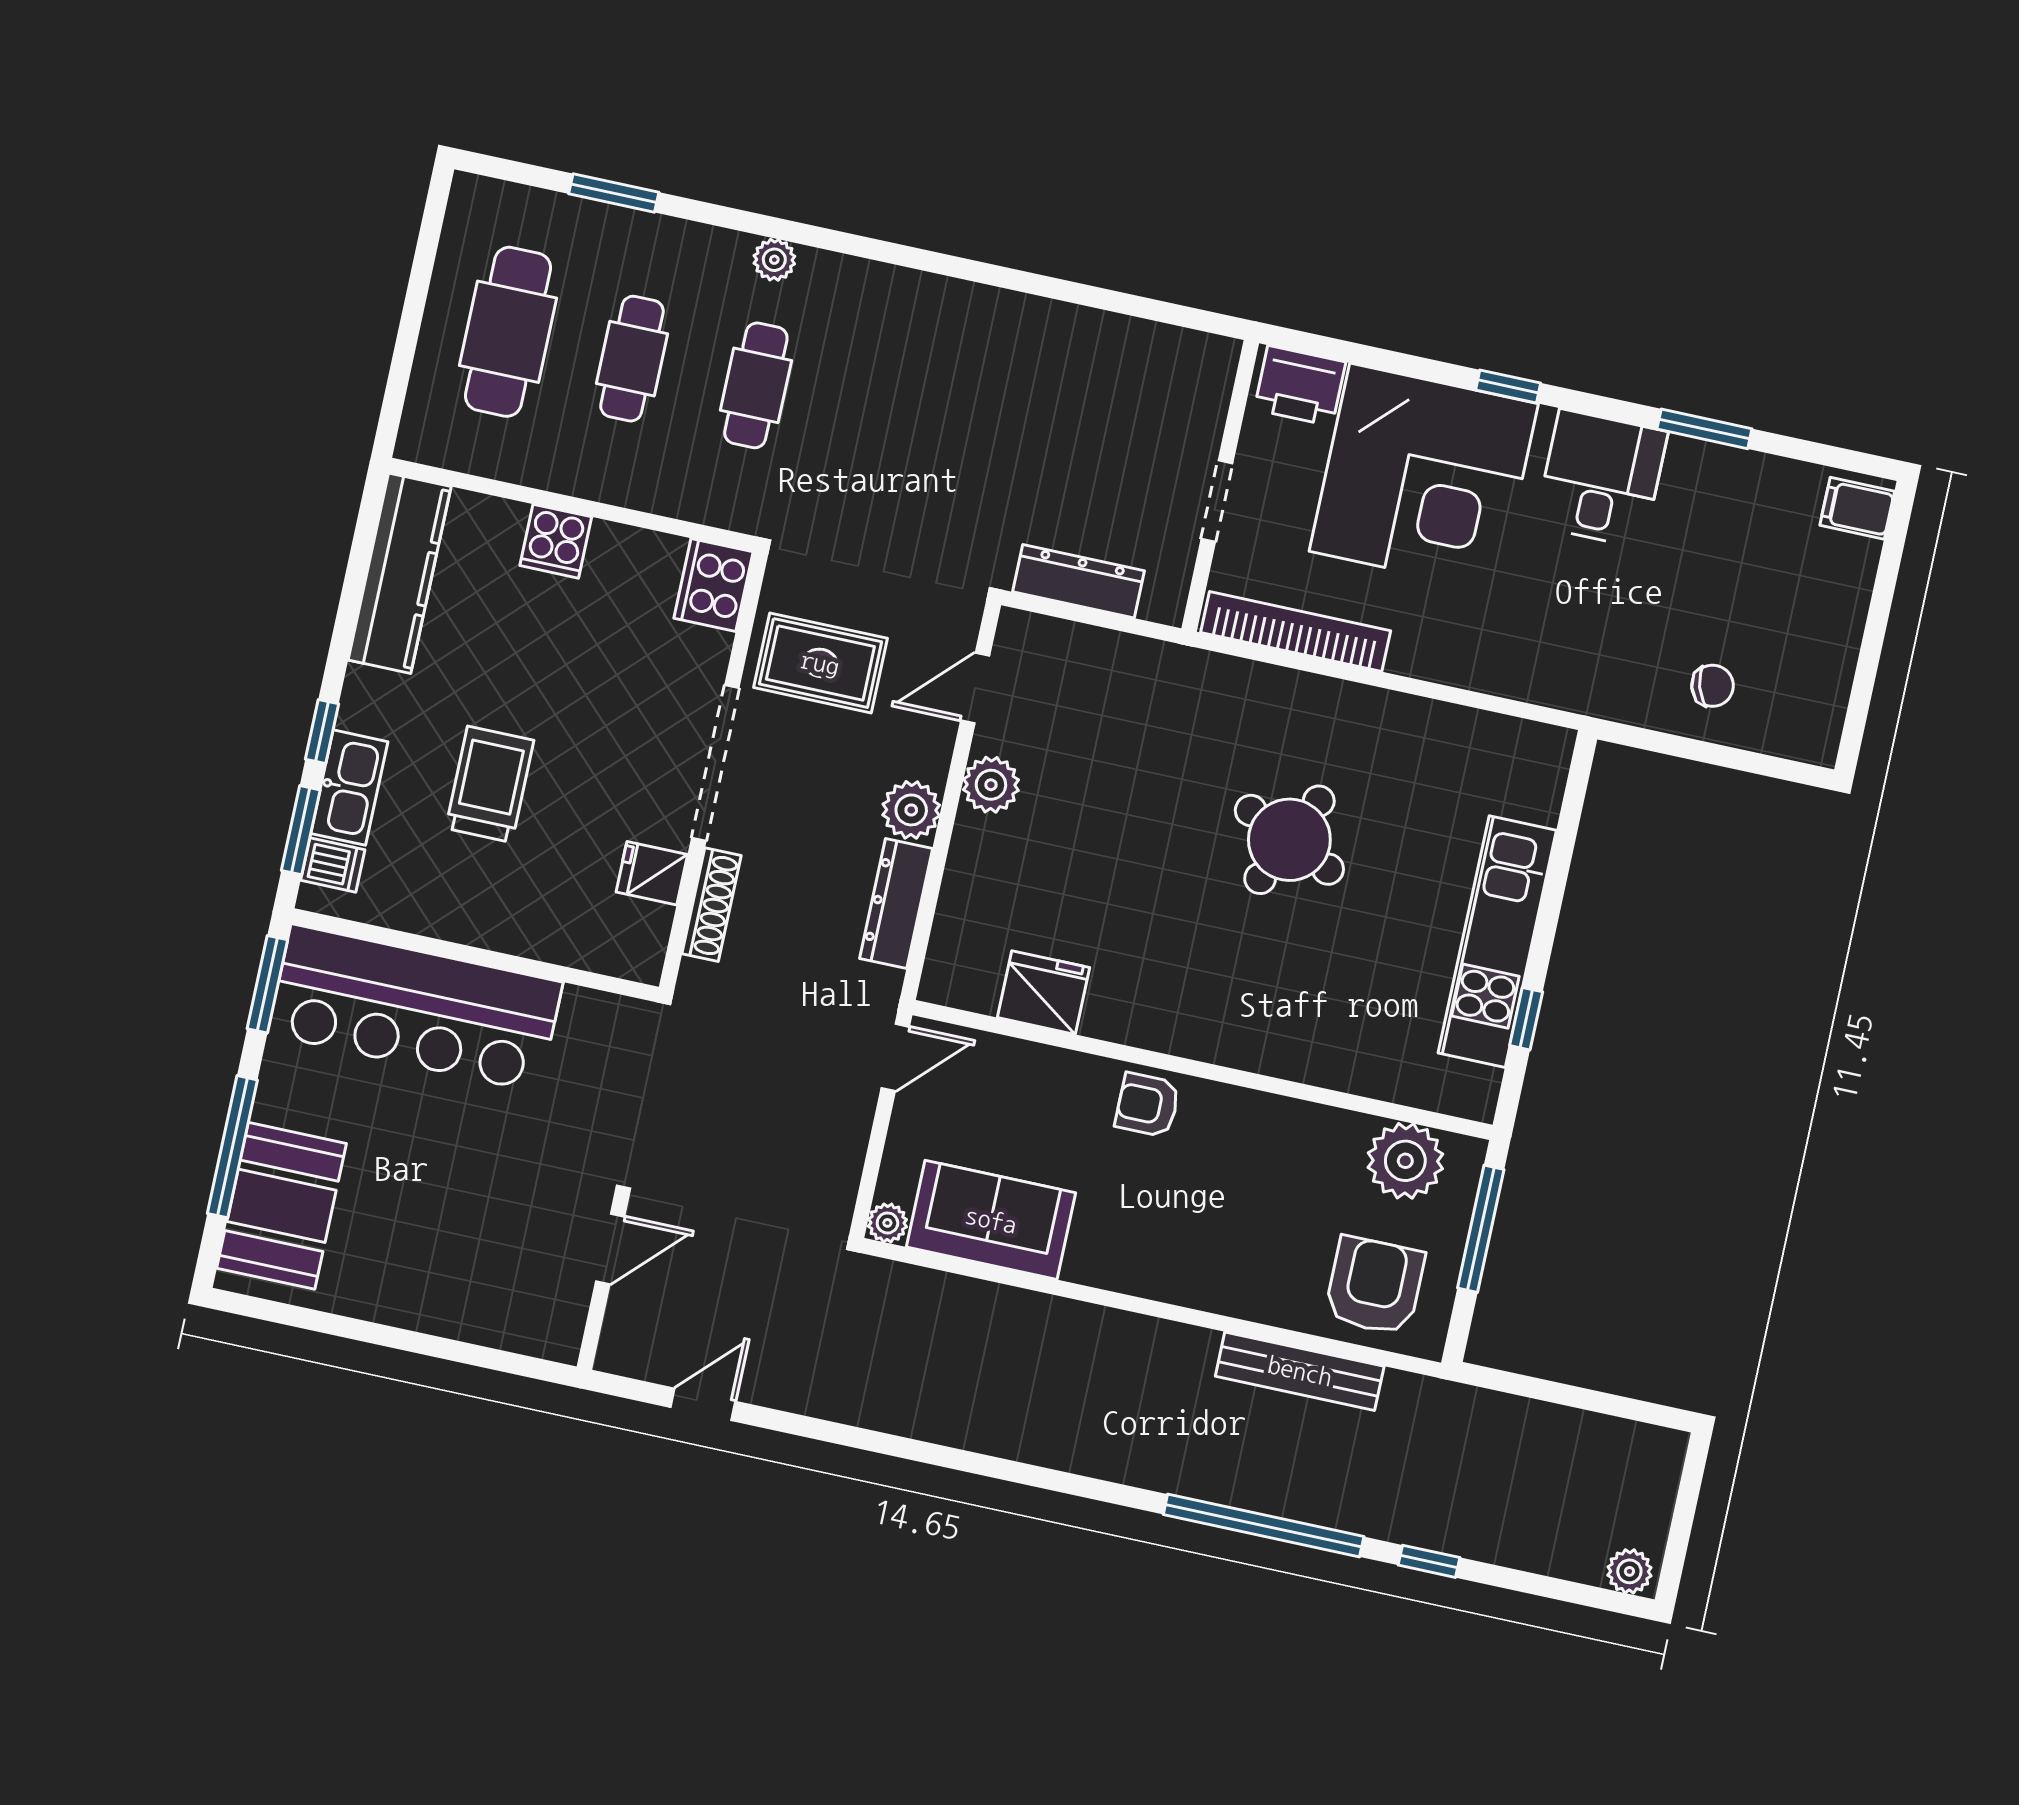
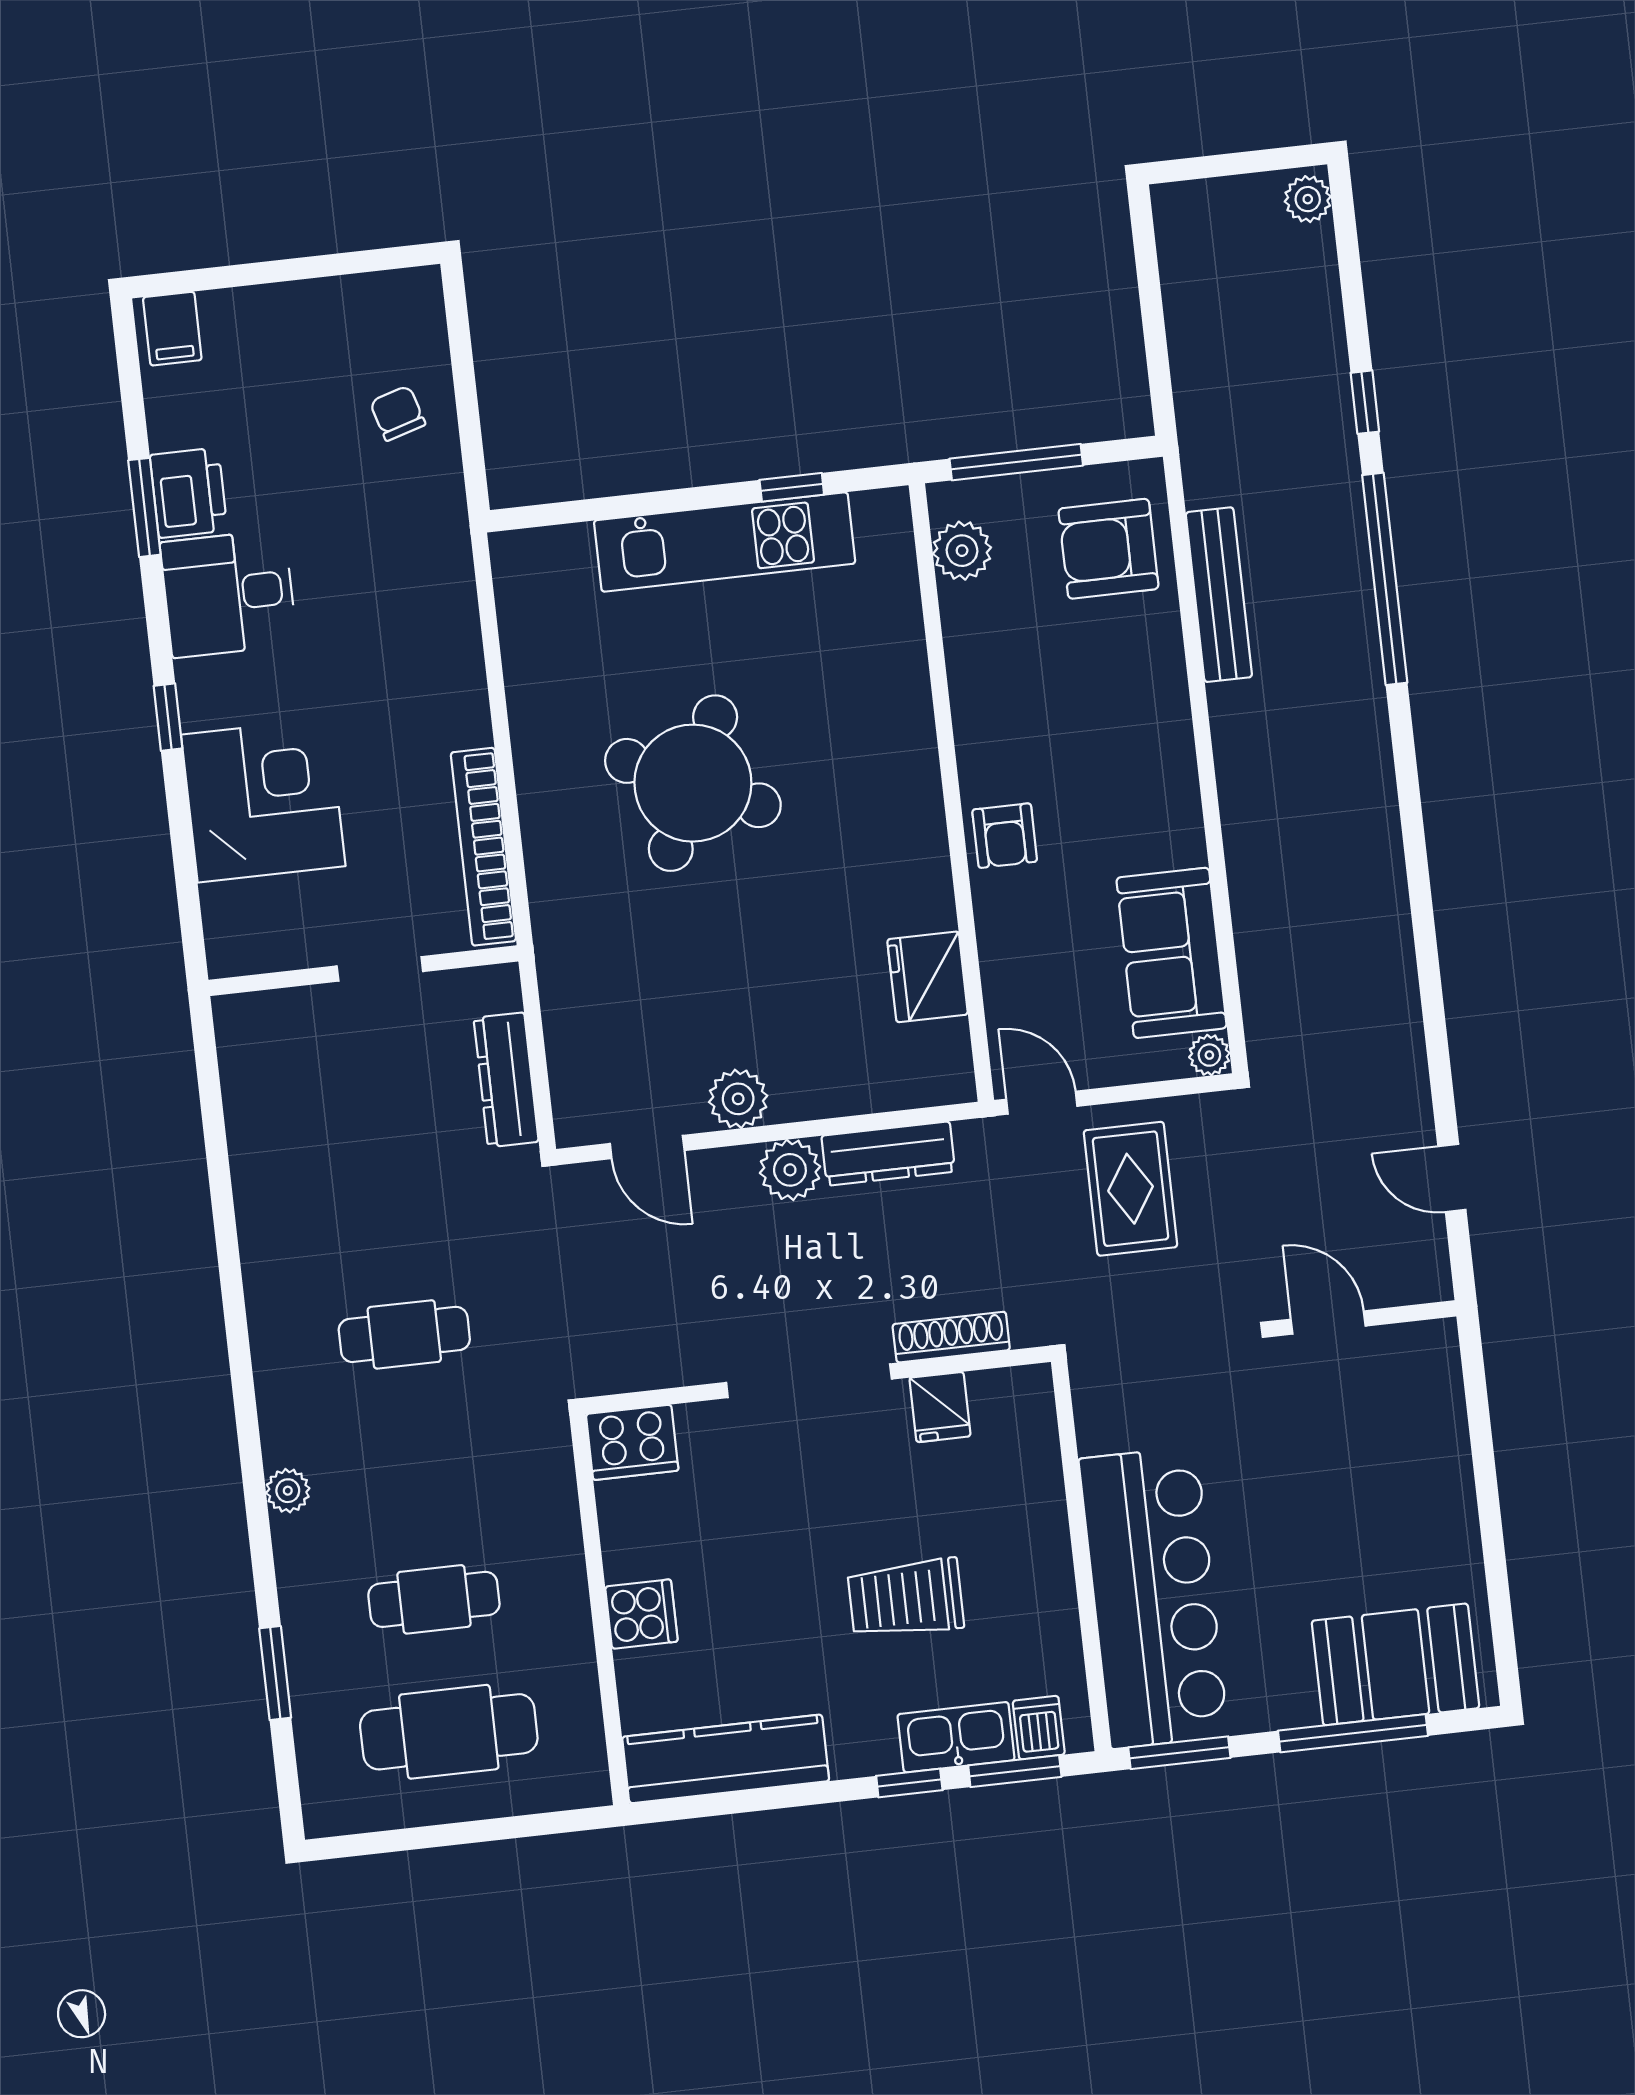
cafe table: (756, 385) -> (404, 1334), moved
printer: (1300, 386) -> (189, 493), moved
corner desk: (1424, 477) -> (263, 800), width x0.74, depth x0.74
rug: (820, 663) -> (1131, 1189), moved
round table: (1289, 840) -> (693, 783), width x1.36, depth x1.36
plant: (1405, 1161) -> (962, 551), width x0.73, depth x0.73

